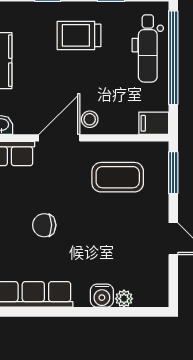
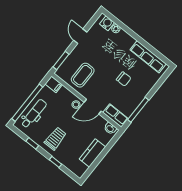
trolley: (79, 35) -> (55, 138), turned -90
coffee table: (118, 177) -> (83, 75), turned 90
water cooler: (102, 296) -> (107, 23), moved

